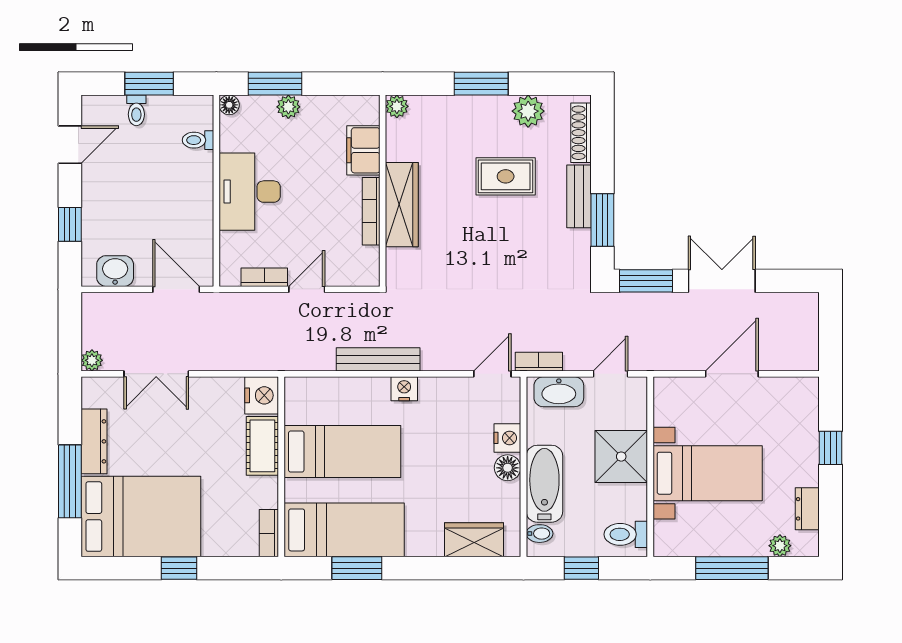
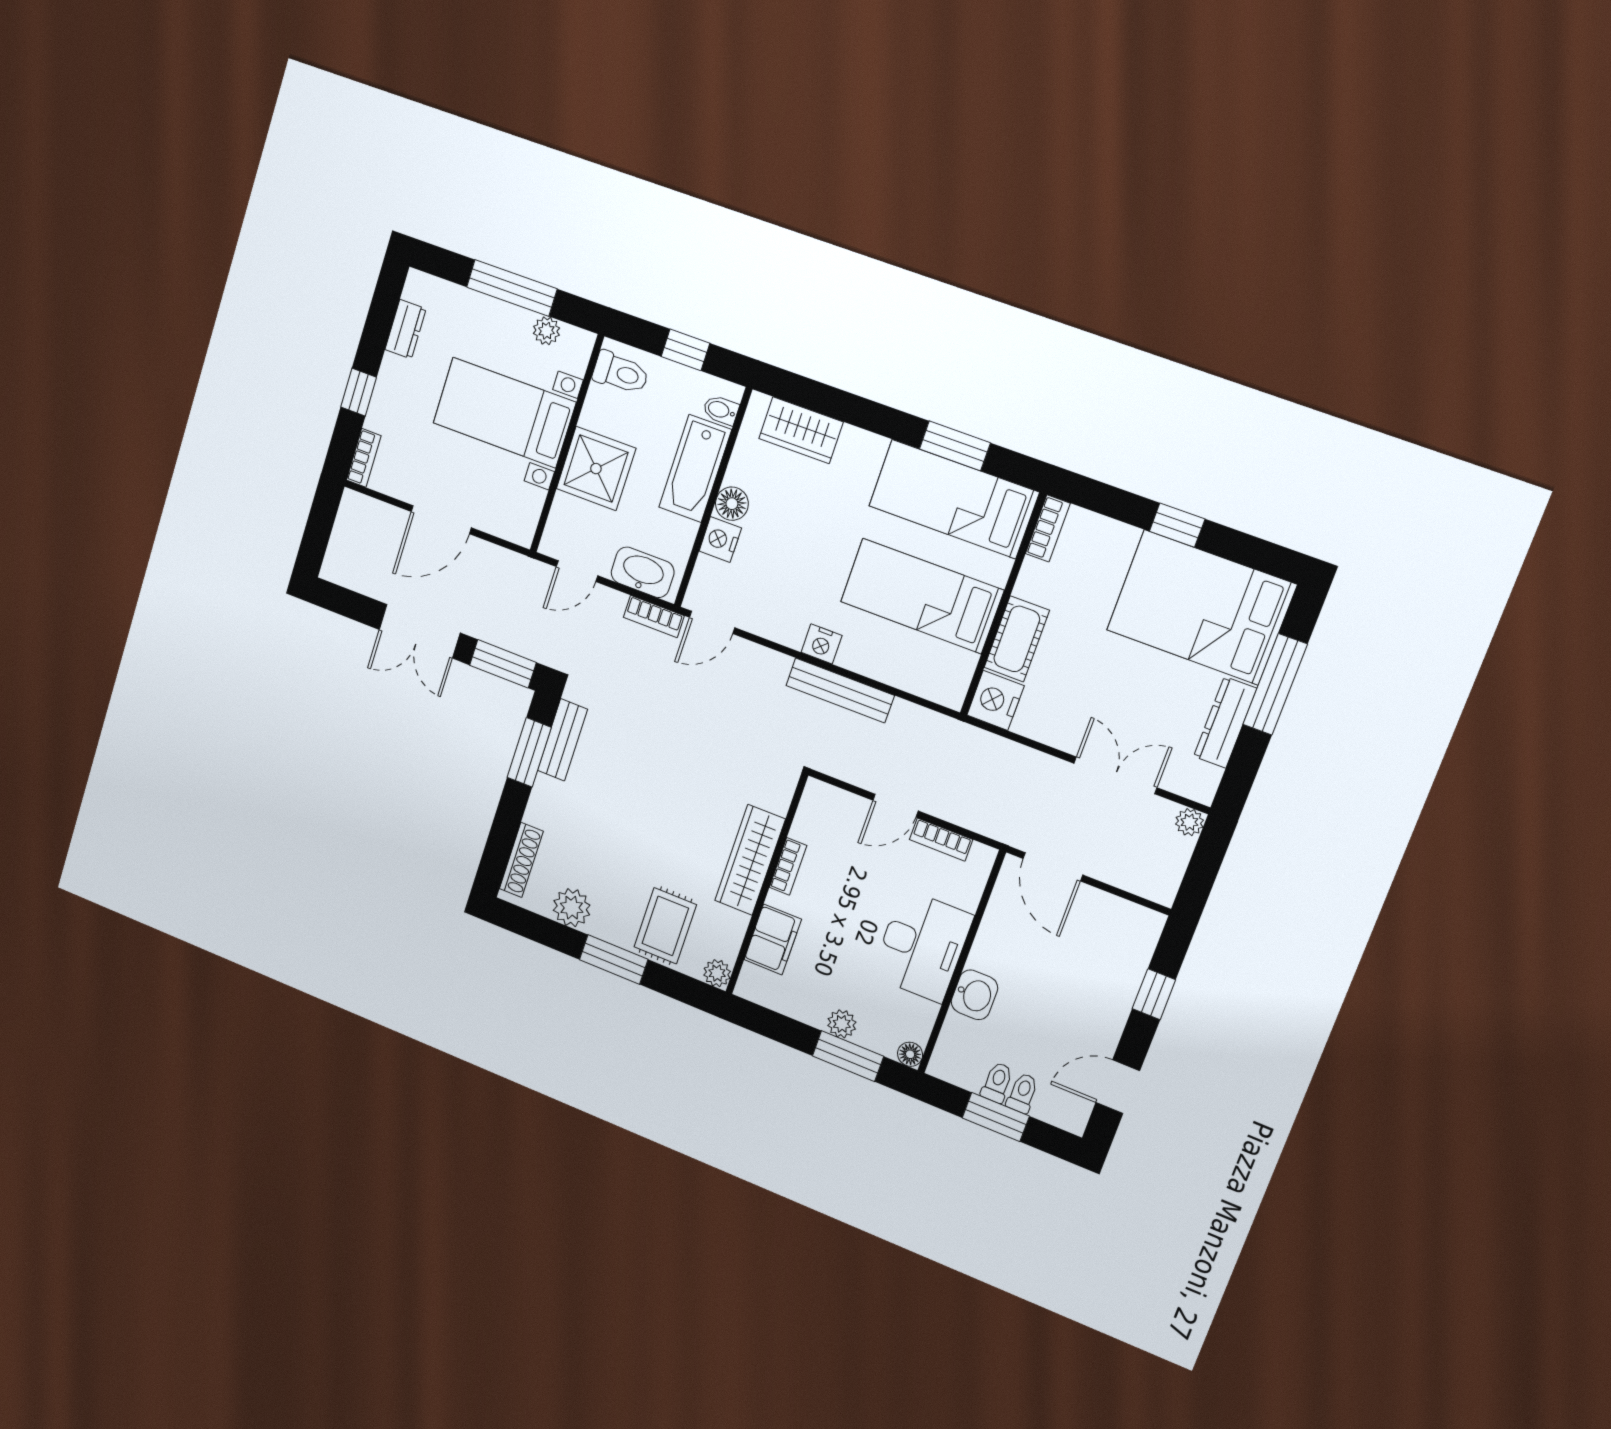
toilet: (198, 140) -> (997, 1082), moved, turned -90
rug: (506, 176) -> (665, 926), moved, turned 90
bench: (579, 196) -> (562, 740), moved
bookcase: (371, 211) -> (788, 866), width x0.64
washbasin: (115, 271) -> (974, 995), moved, turned -90
bookcase: (810, 399) -> (364, 458), added
plant: (780, 546) -> (546, 331), moved

